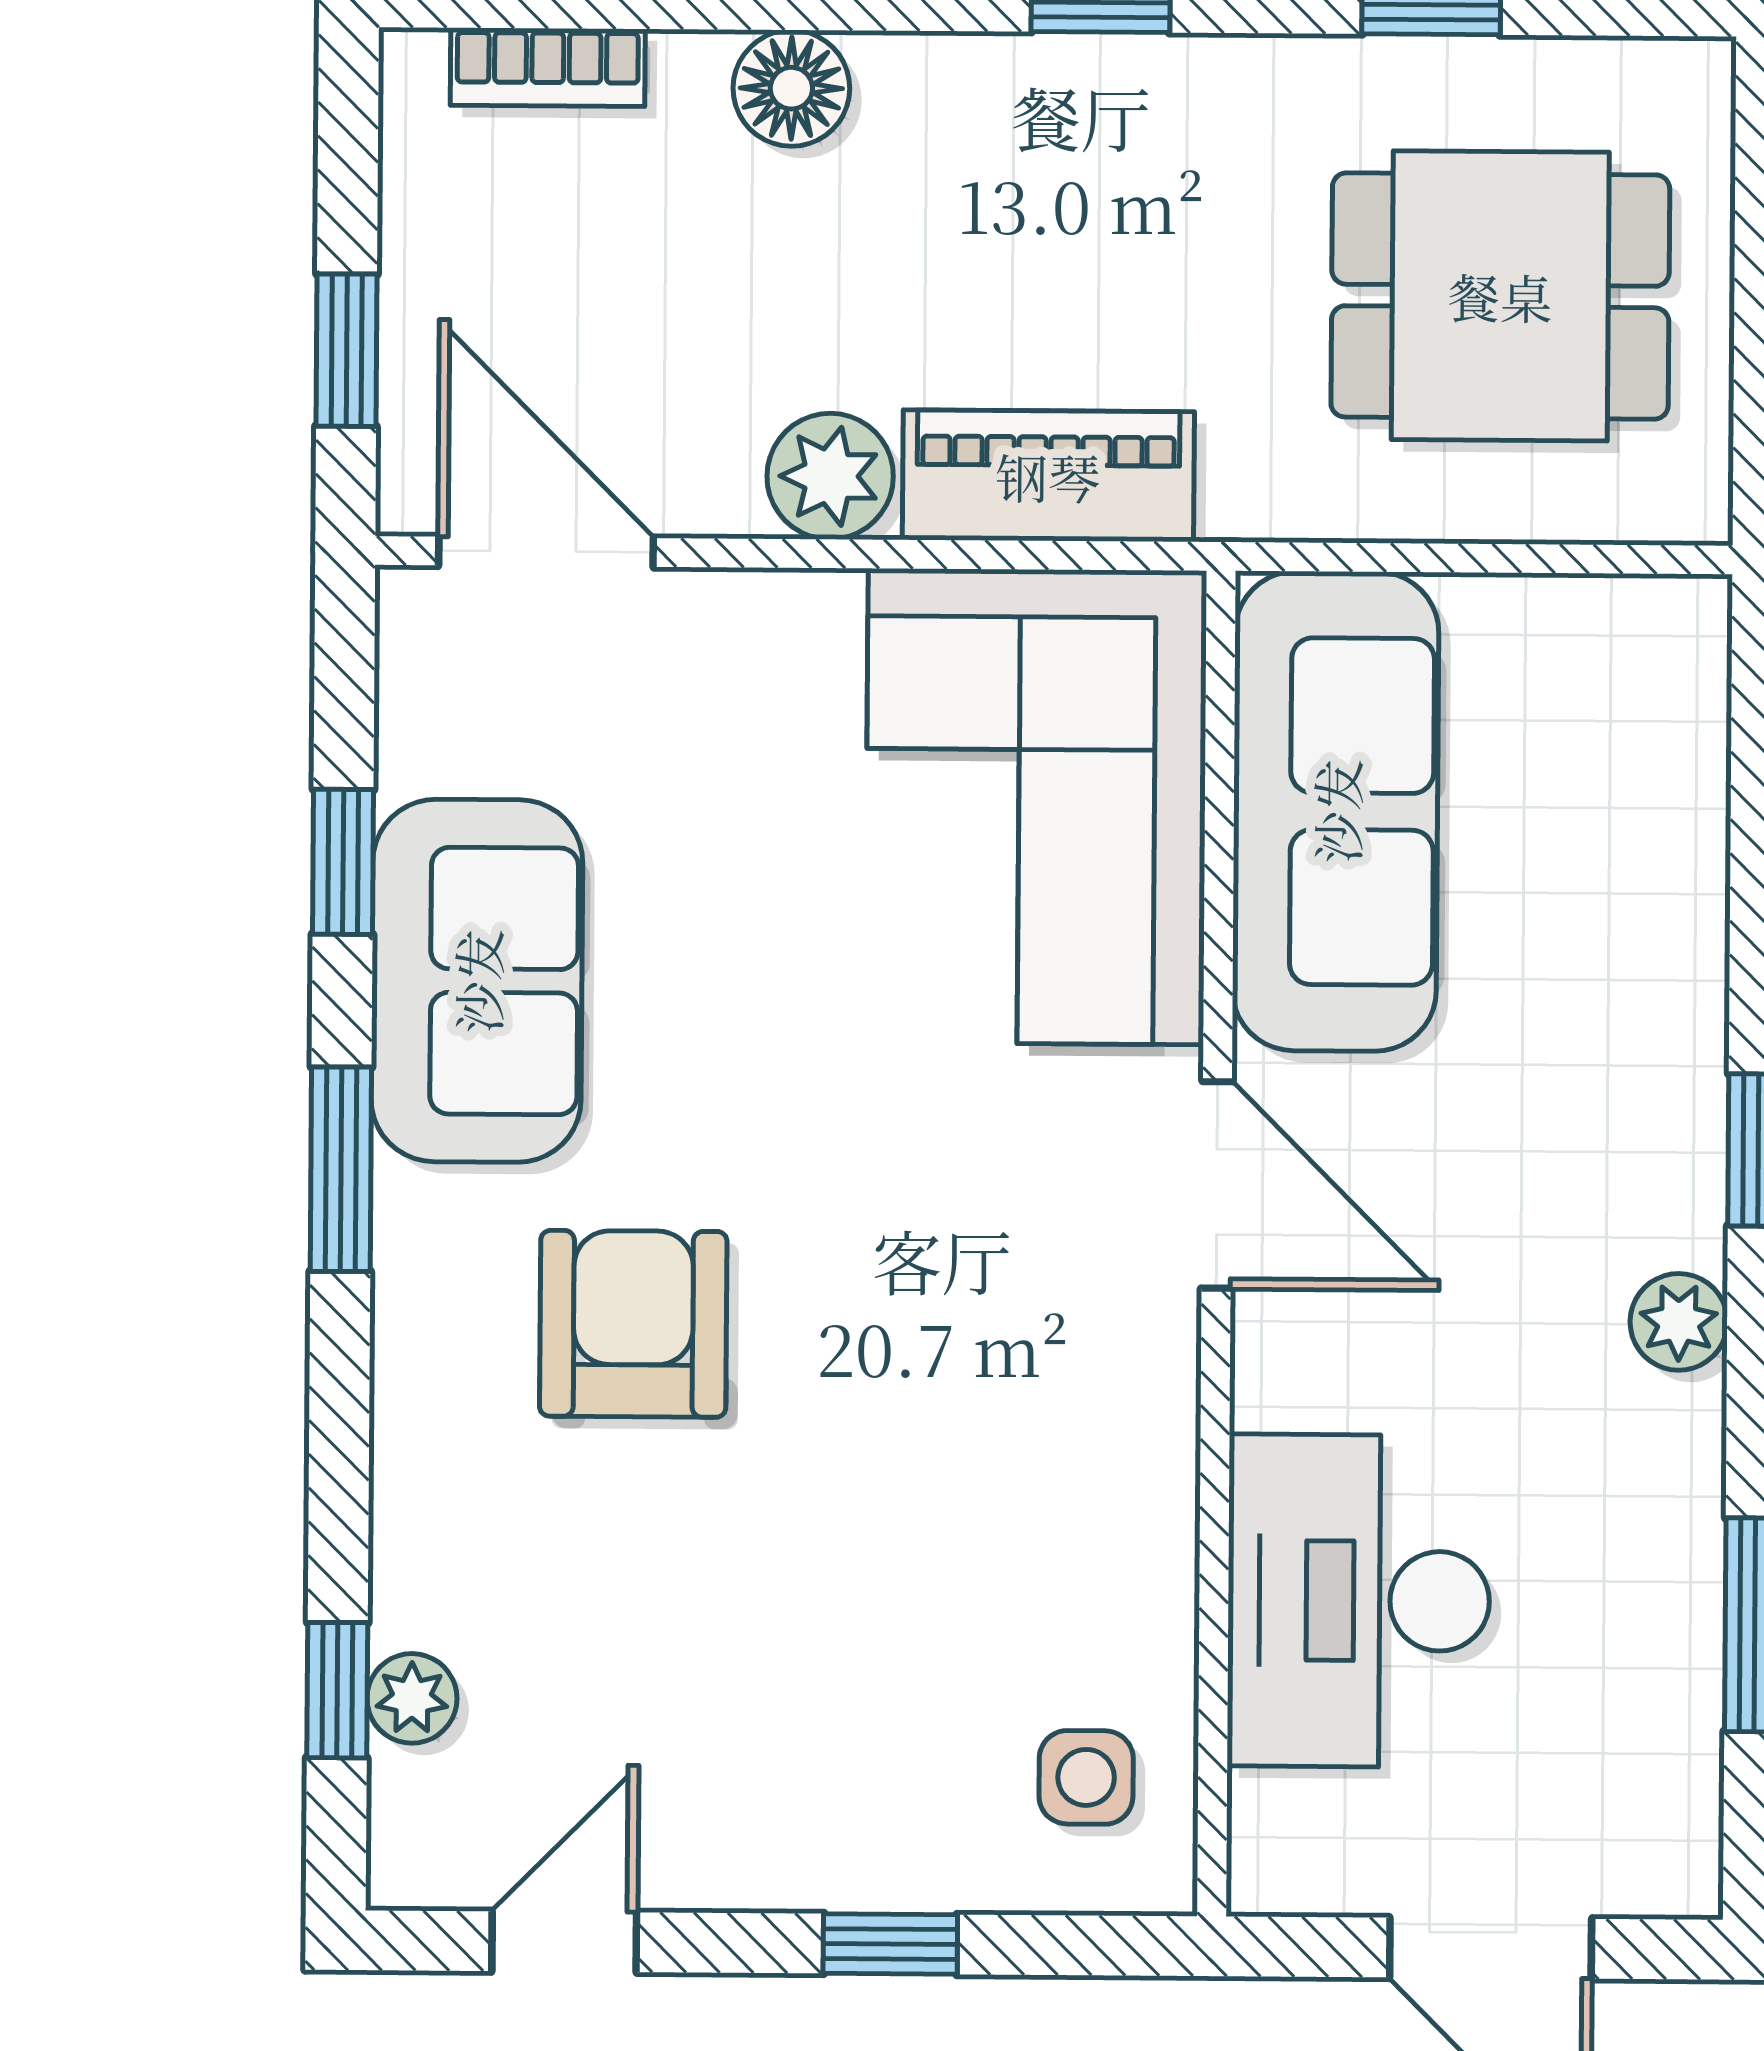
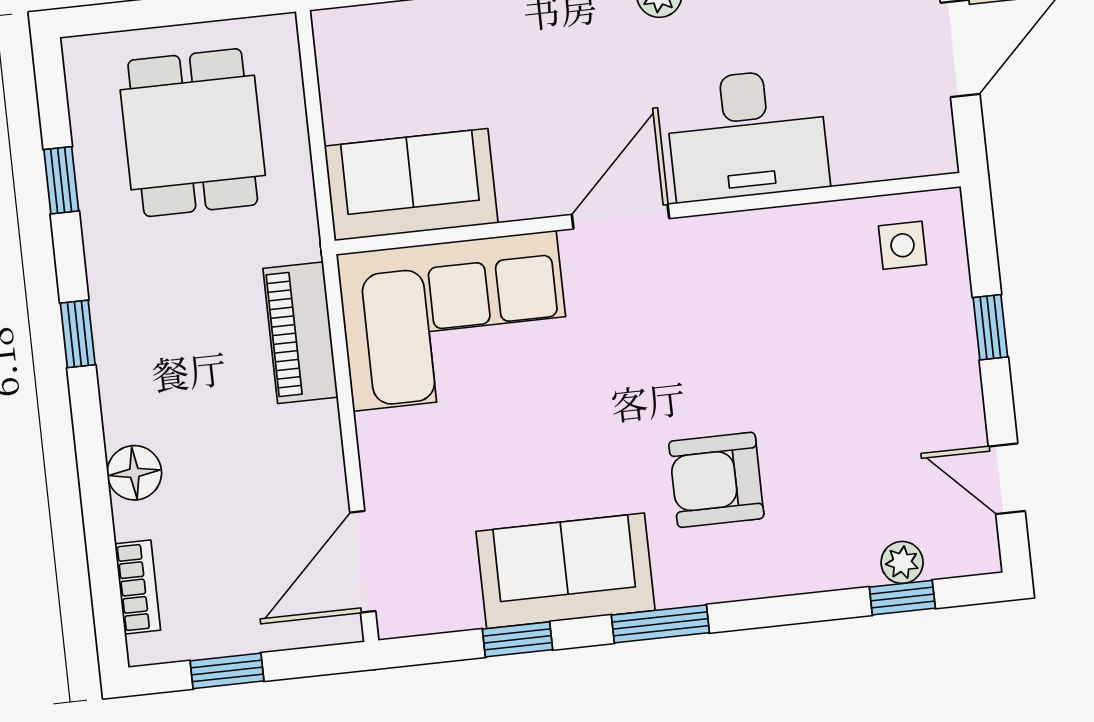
window: (347, 350) -> (227, 671), moved
plant: (830, 476) -> (312, 434), removed
sofa: (1336, 811) -> (411, 185), width x0.73
desk: (1359, 1601) -> (747, 135), moved

